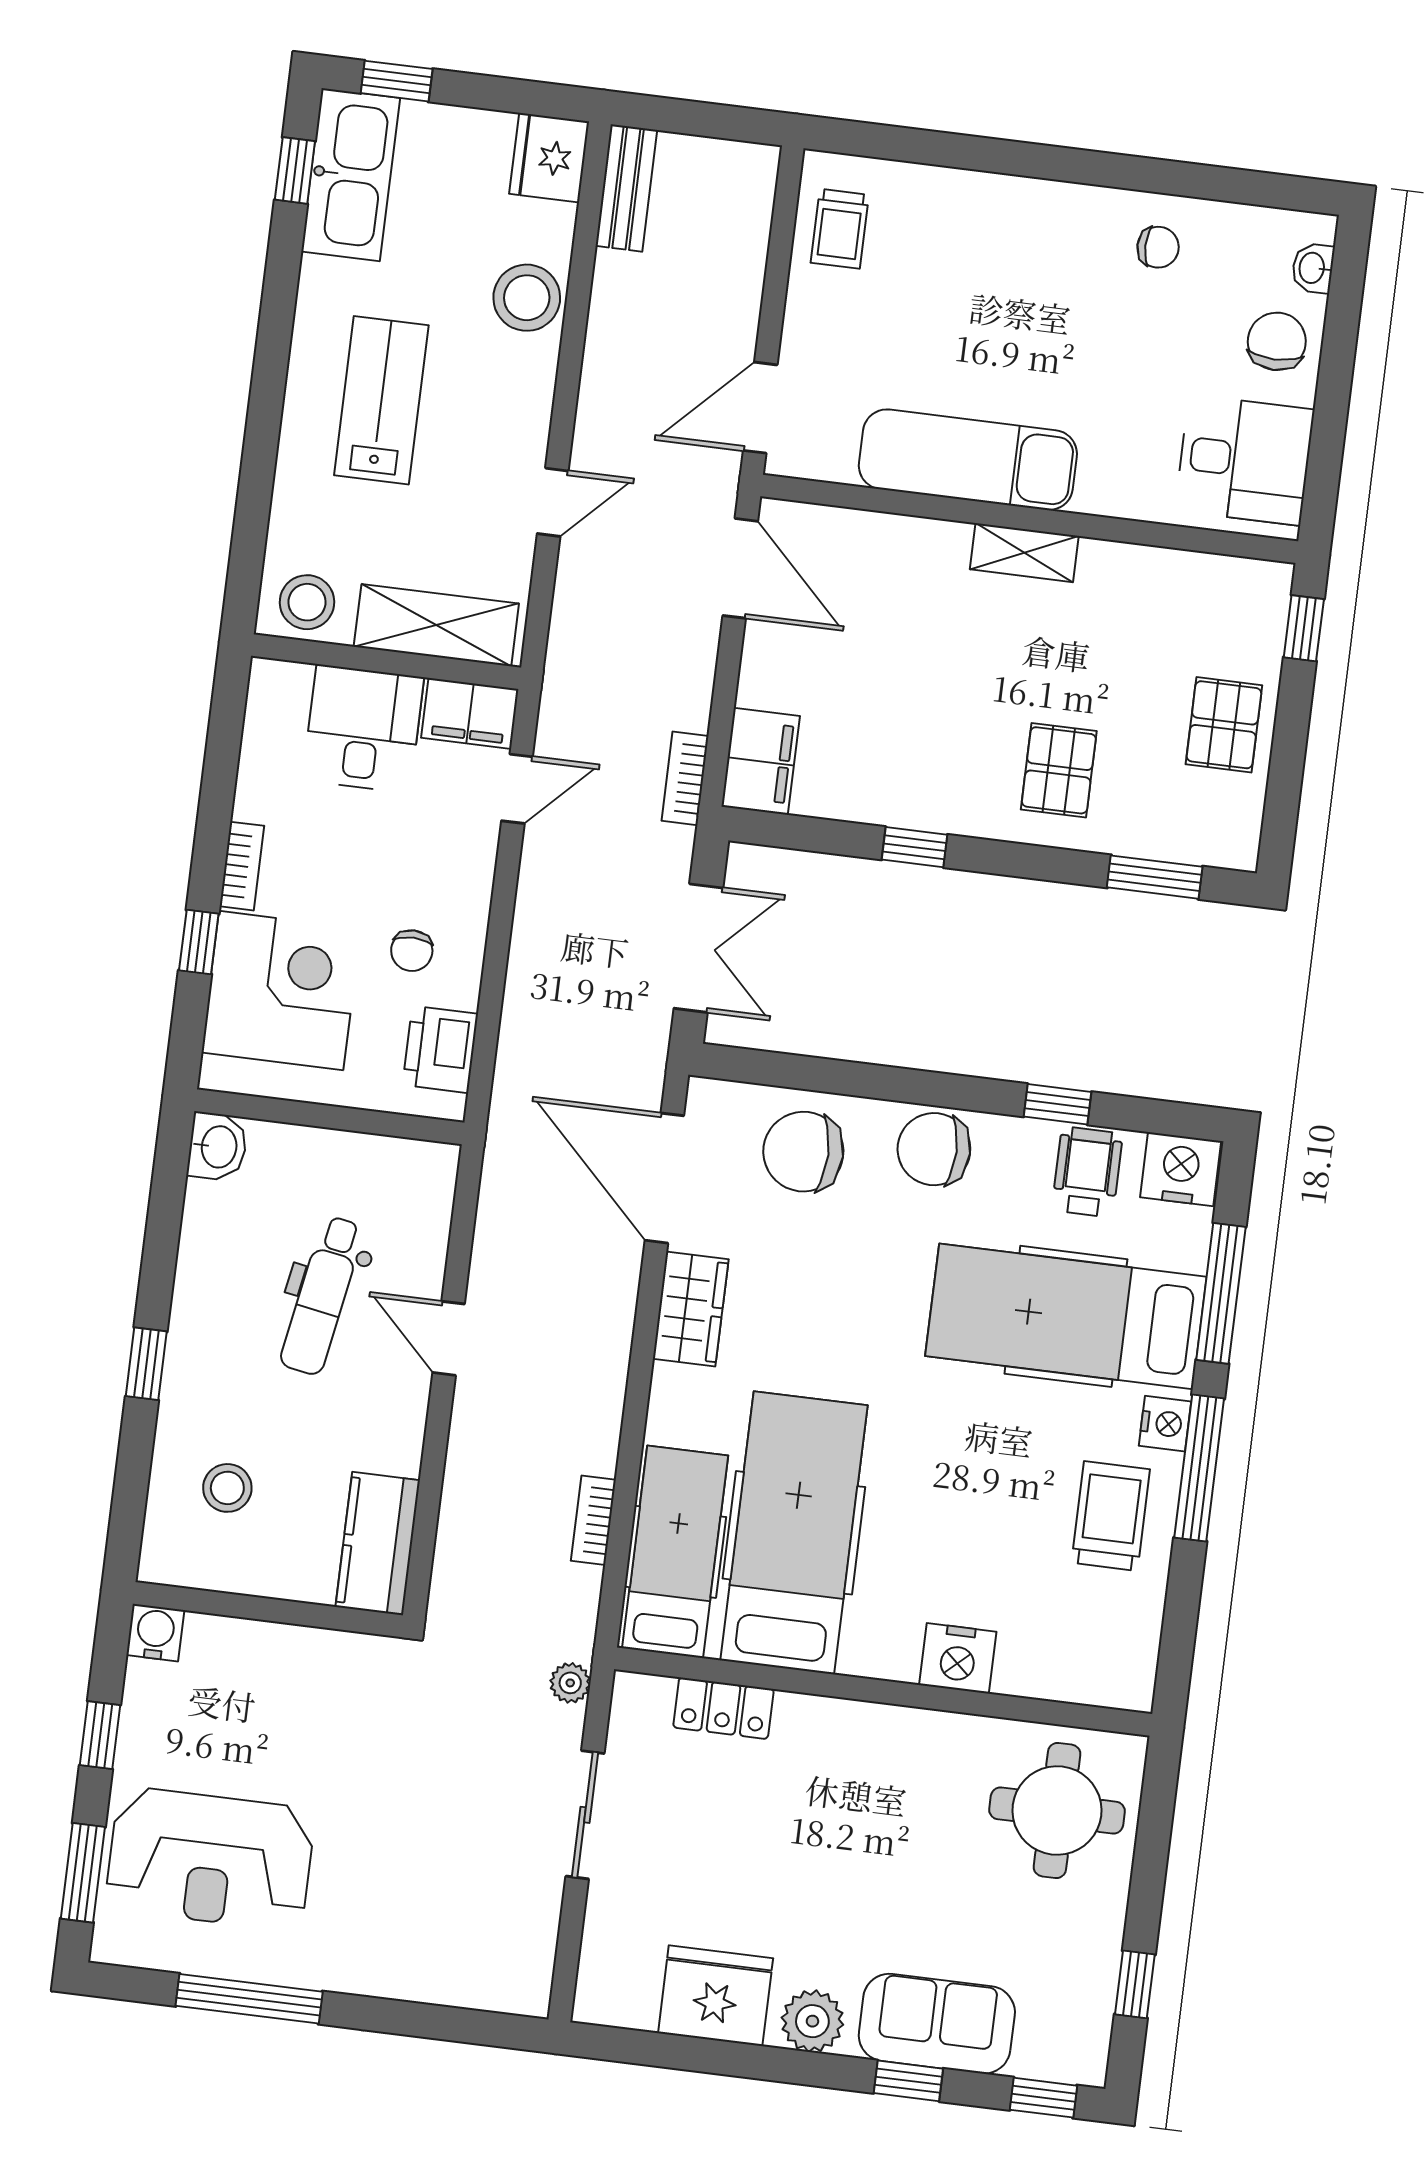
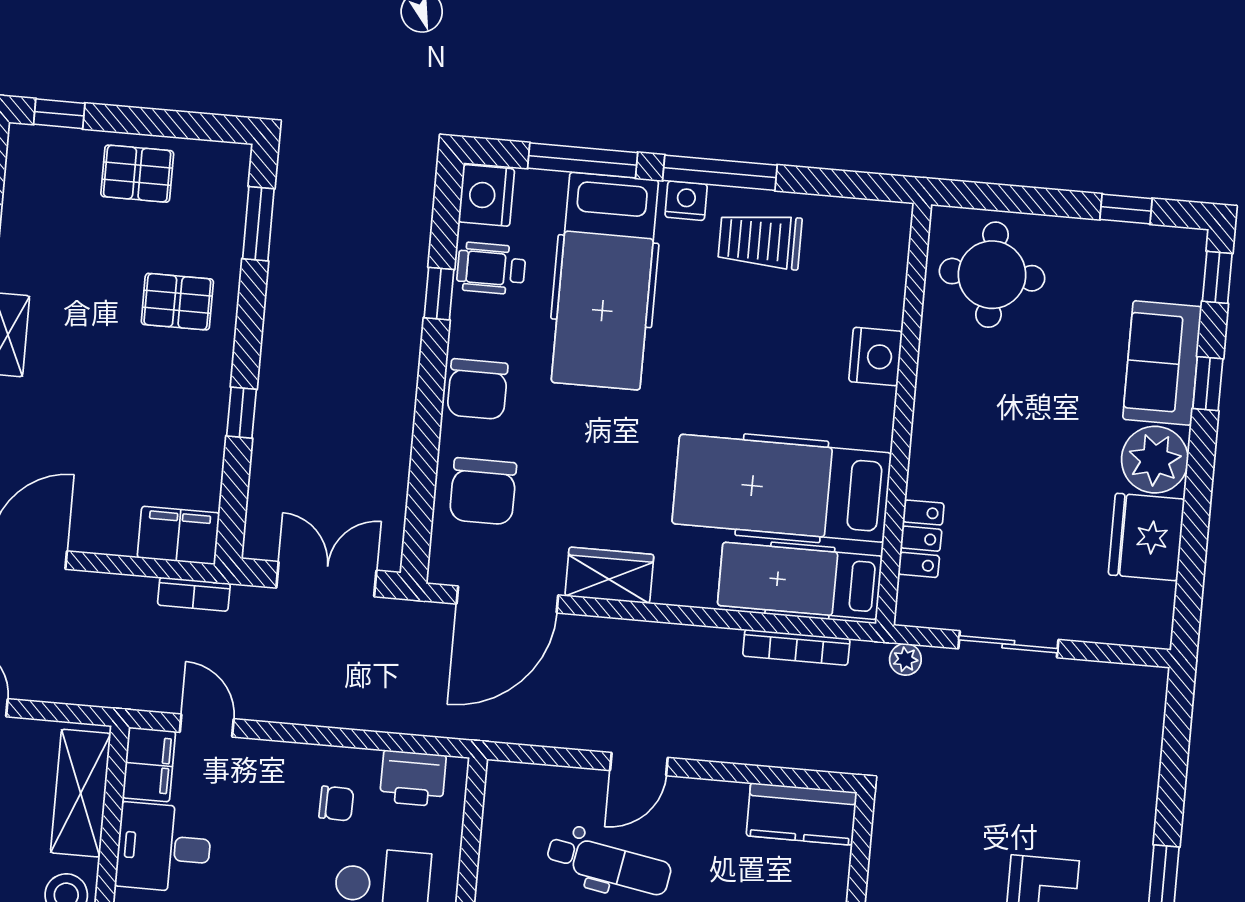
bookcase: (593, 1520) -> (796, 647), width x1.56
plant: (812, 2021) -> (1155, 460), width x1.36, depth x1.36

